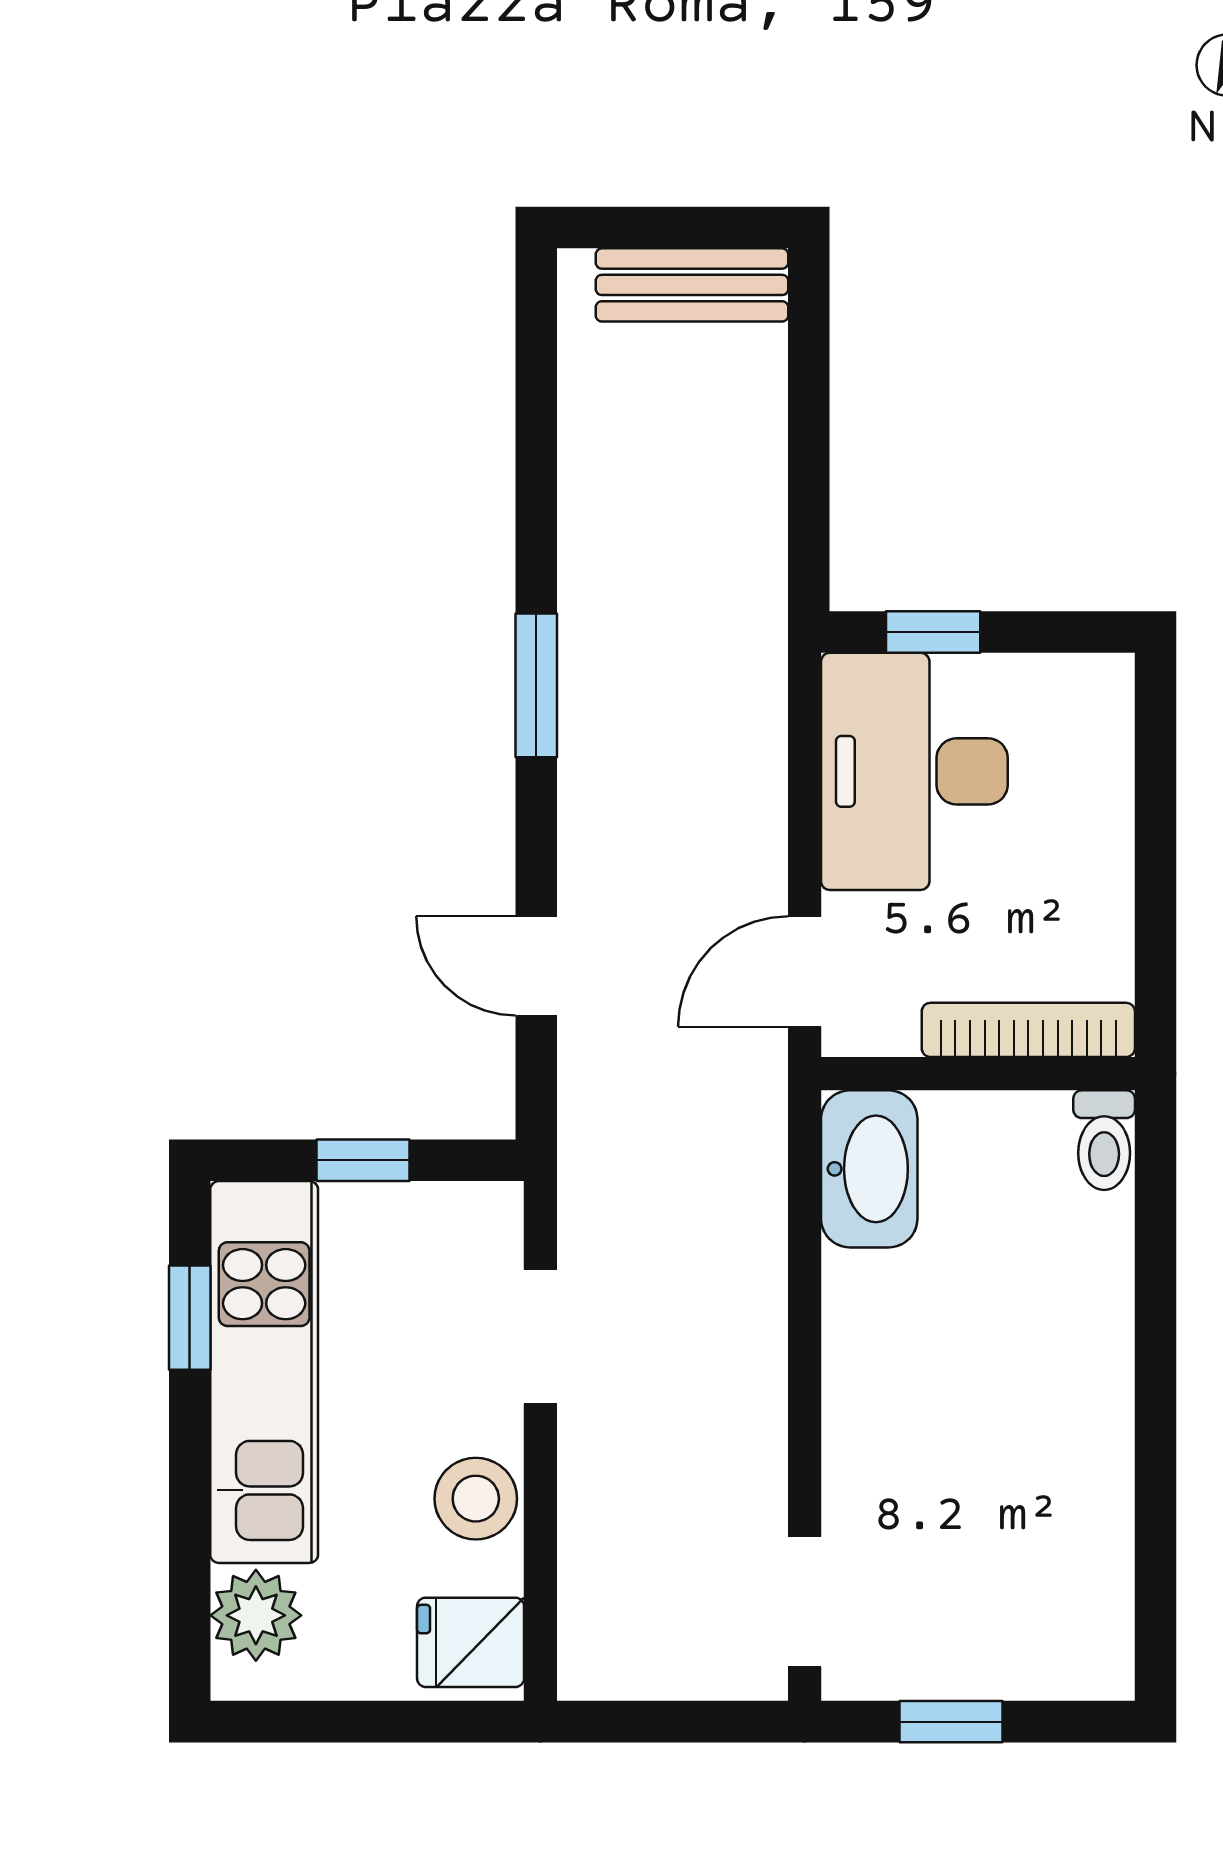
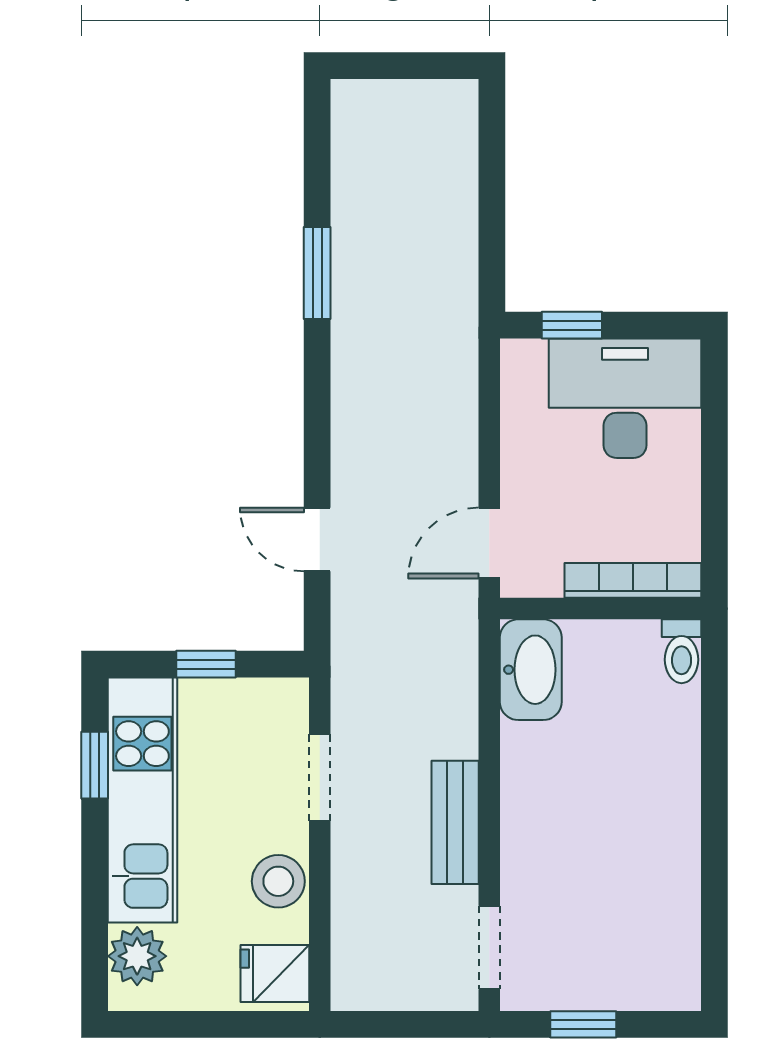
bench: (692, 285) -> (455, 822), moved, turned 90
window: (536, 685) -> (317, 273), moved
desk: (914, 771) -> (625, 398), moved, turned 90

